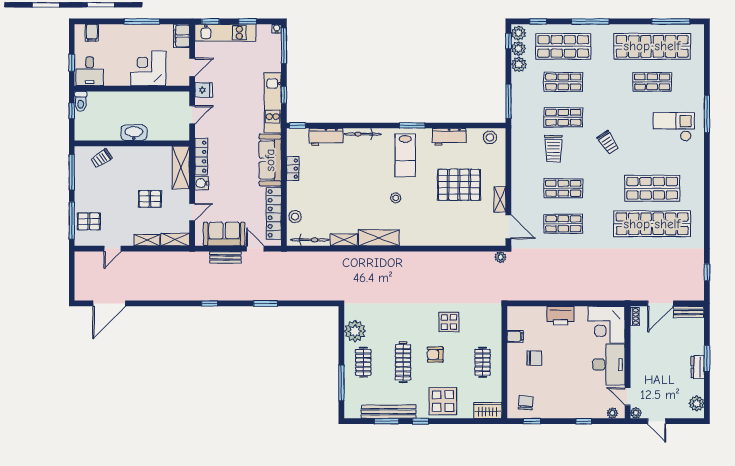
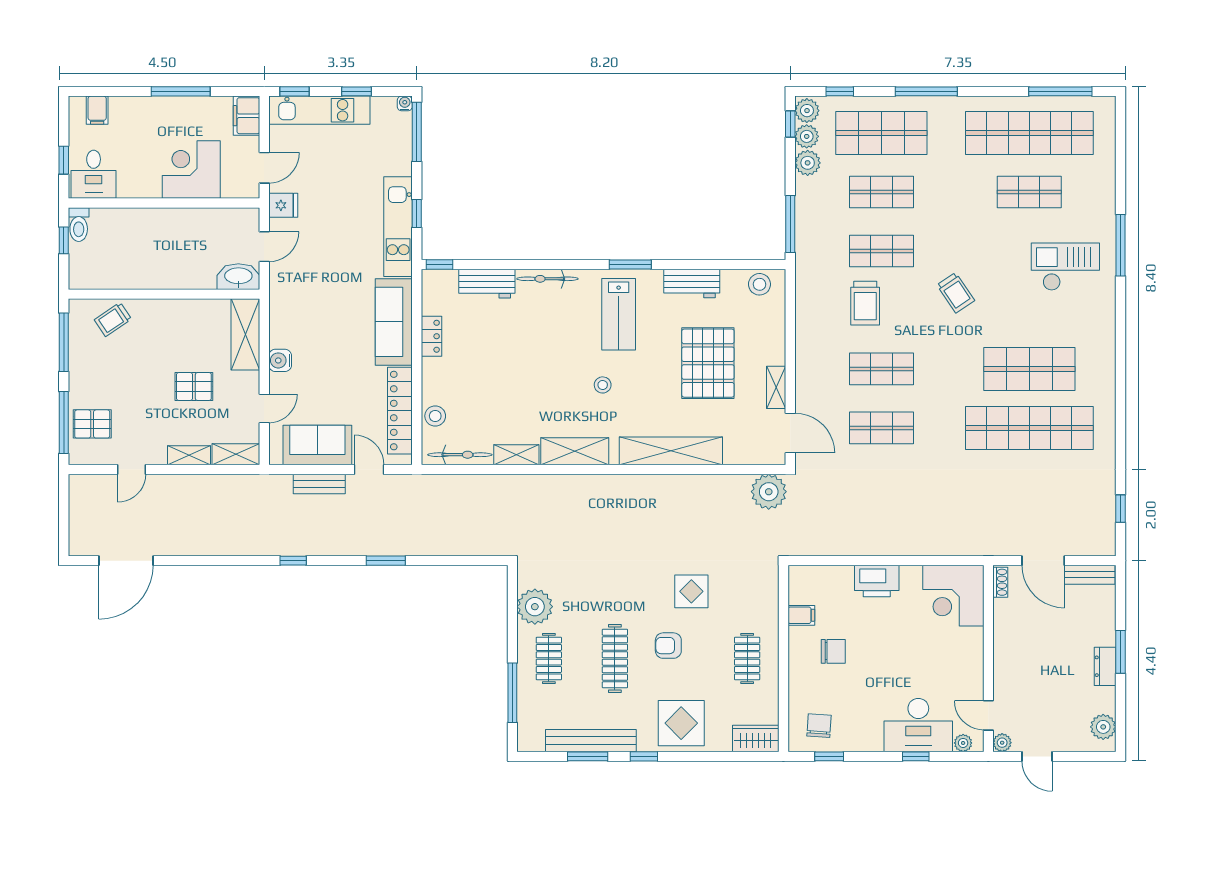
washbasin: (134, 133) -> (238, 277), moved
locker: (201, 157) -> (279, 316), removed
pallet: (459, 185) -> (708, 363), turned 90
shelving: (437, 238) -> (671, 451), added
plant: (500, 257) -> (769, 492), width x1.87, depth x1.87
door: (660, 303) -> (1043, 561), hinge flipped
desk: (609, 365) -> (918, 725), moved, turned 90

